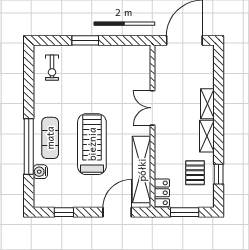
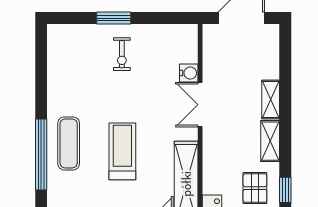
exercise bike: (52, 68) -> (122, 54), moved
treadmill: (92, 144) -> (122, 151), width x0.73, depth x0.73
water cooler: (40, 172) -> (189, 73), moved, turned 180

